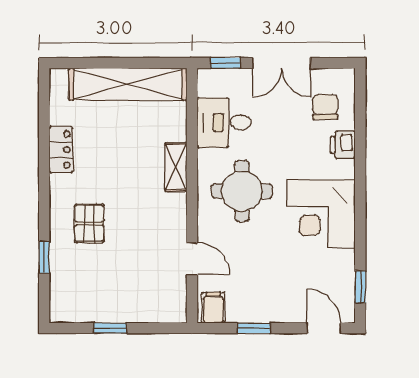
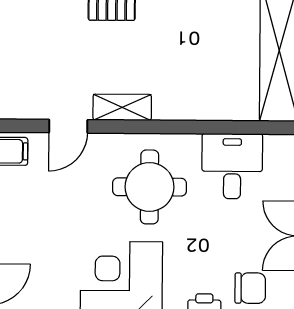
shelving: (176, 167) -> (122, 107), moved

